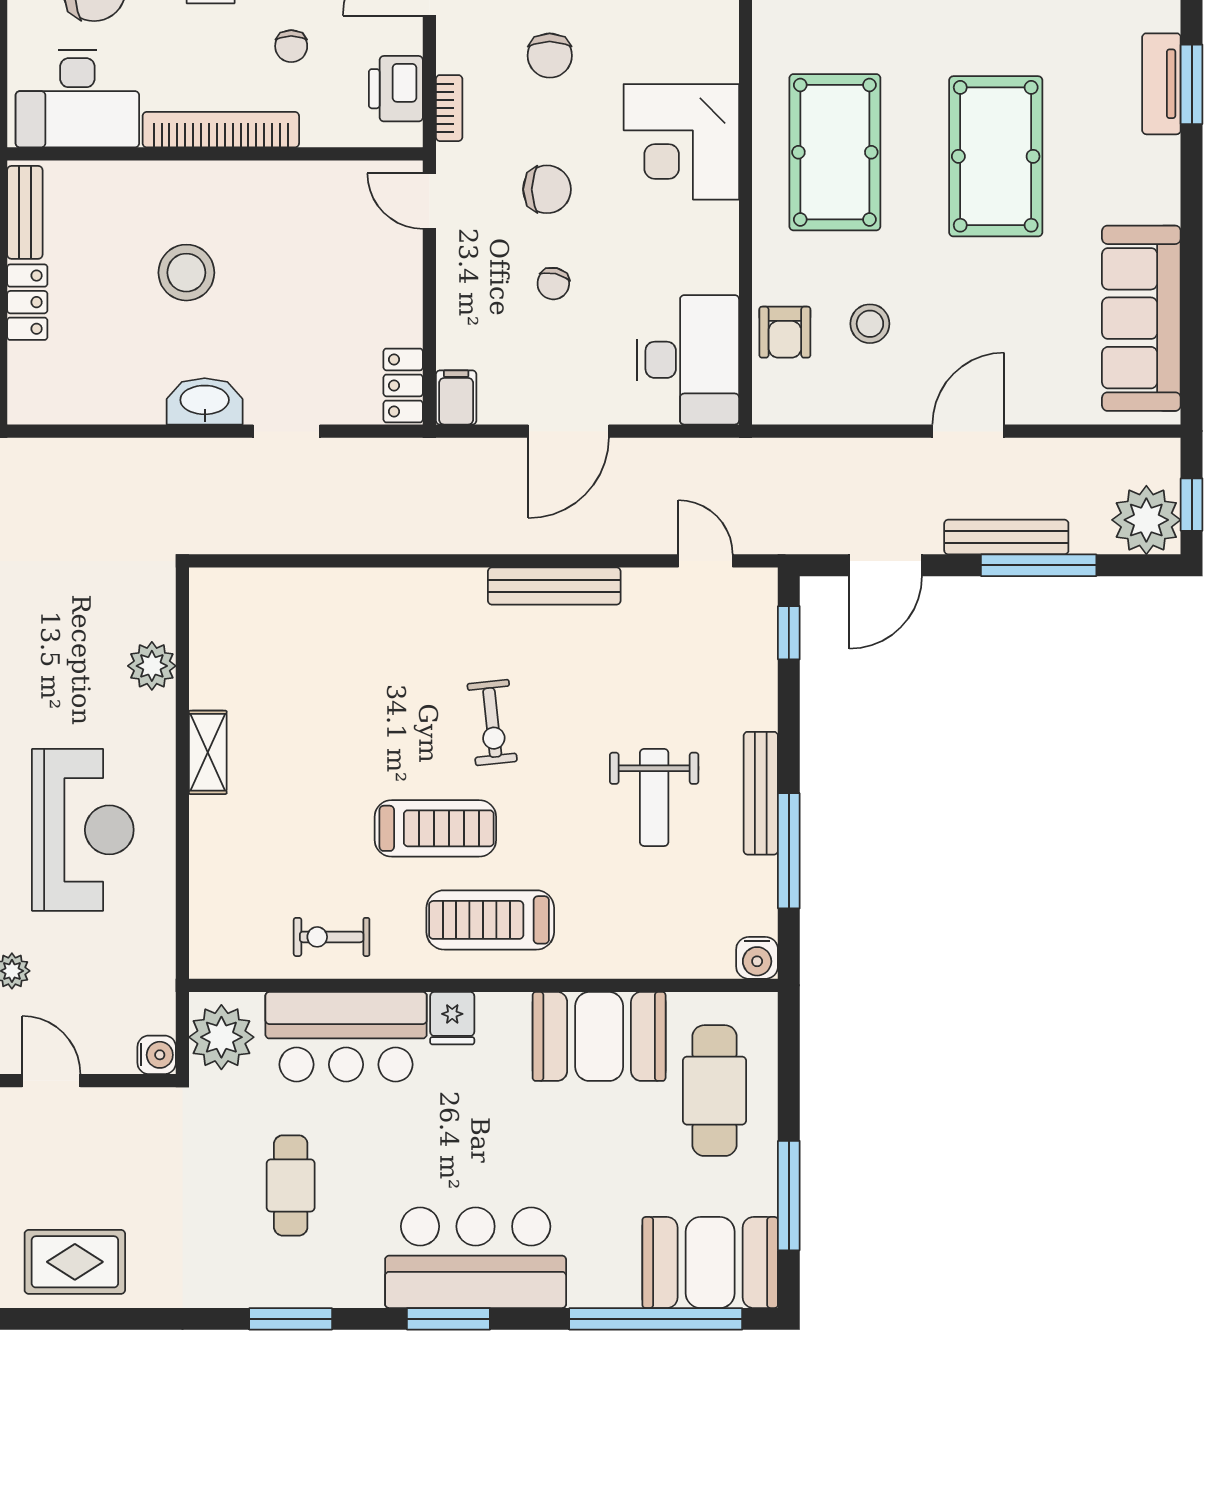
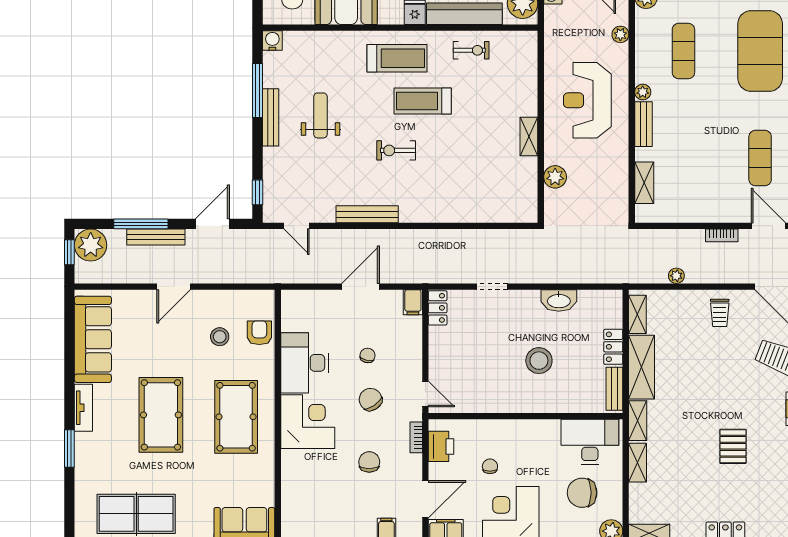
tv unit: (1161, 84) -> (83, 408), moved
bookcase: (221, 130) -> (523, 427), removed
chair: (547, 189) -> (371, 399), turned 56
desk: (688, 360) -> (305, 363), moved
washbasin: (205, 401) -> (559, 300), moved
exercise bike: (492, 723) -> (396, 150), turned -84

